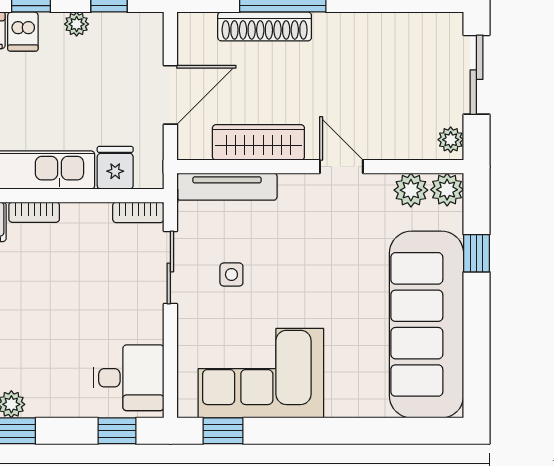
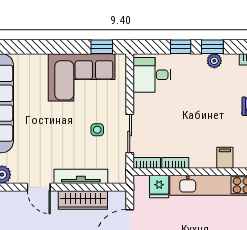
tv unit: (227, 187) -> (81, 176), moved
bookcase: (34, 212) -> (175, 163), moved
window: (117, 431) -> (181, 47), moved

